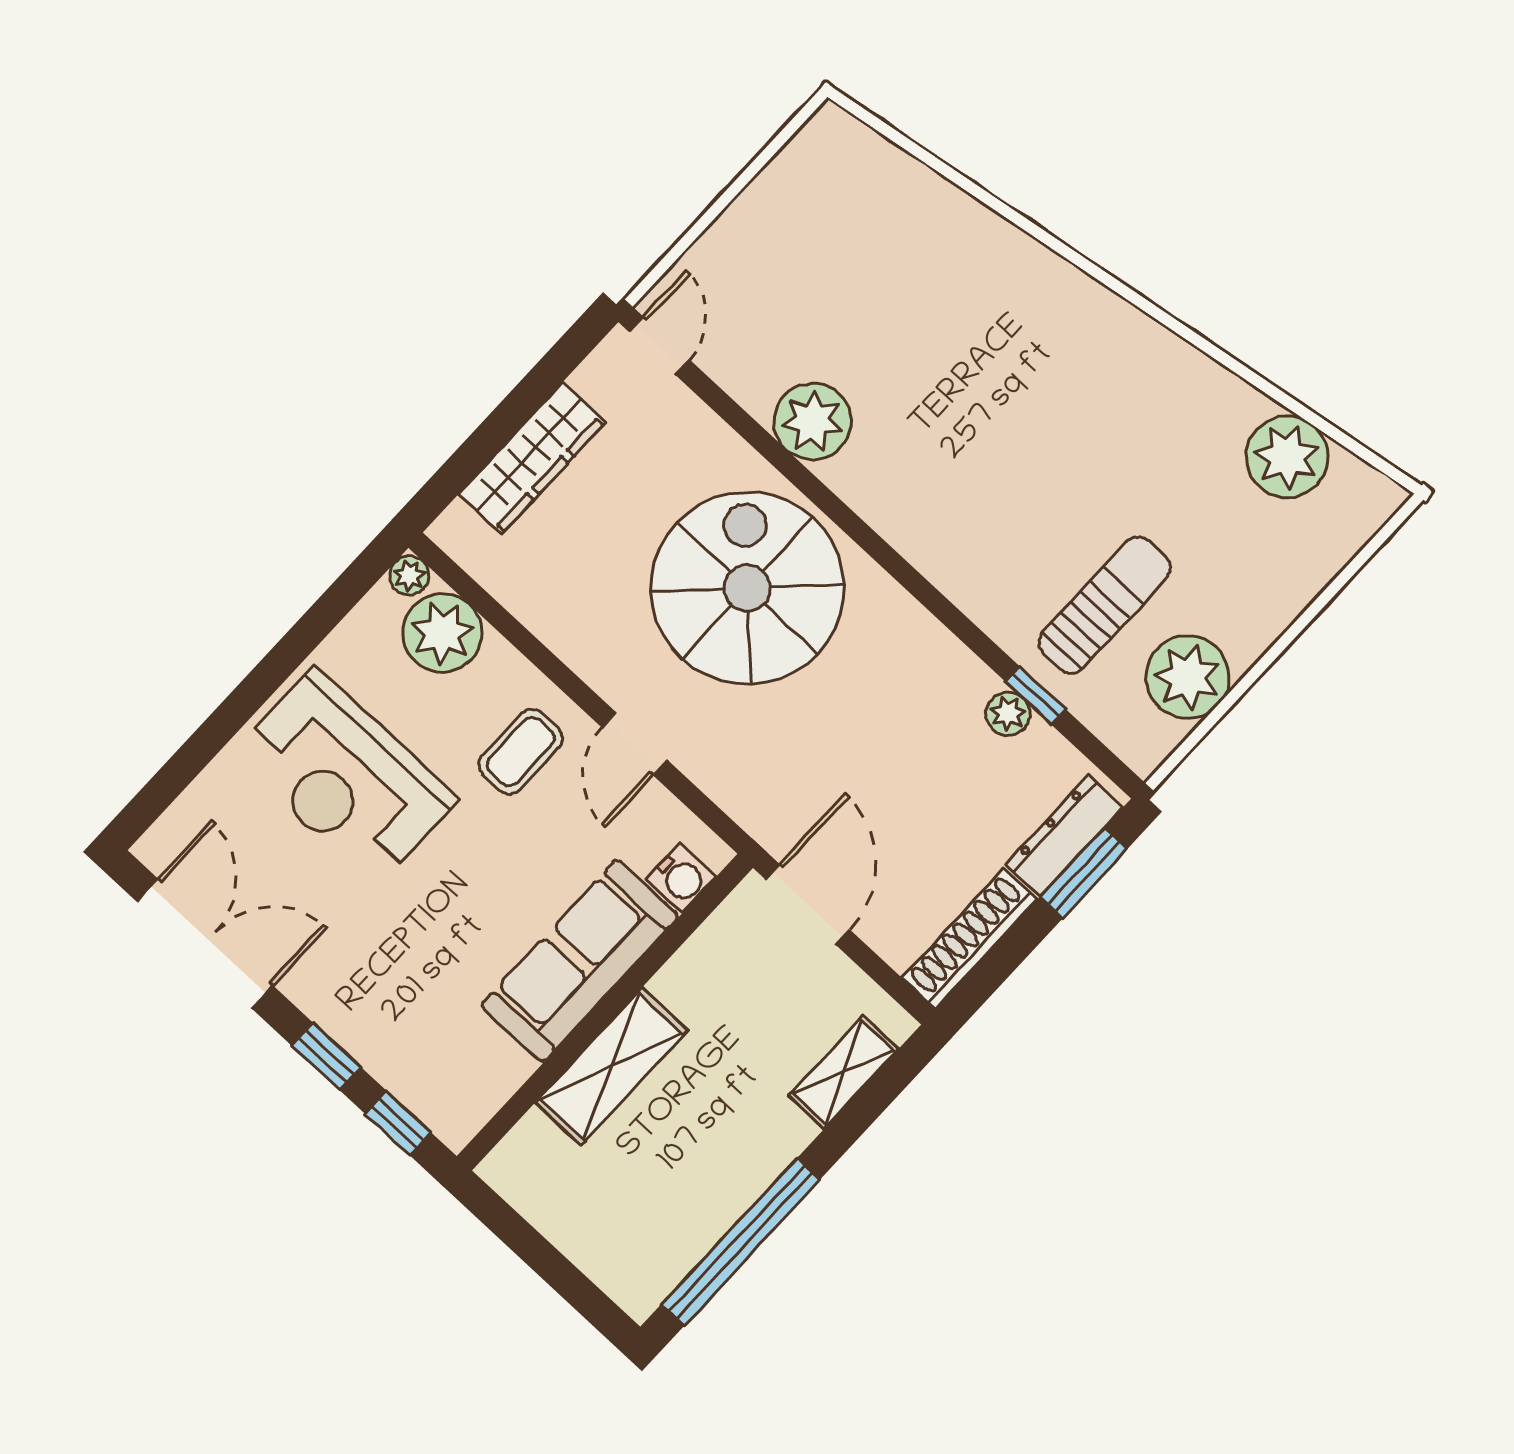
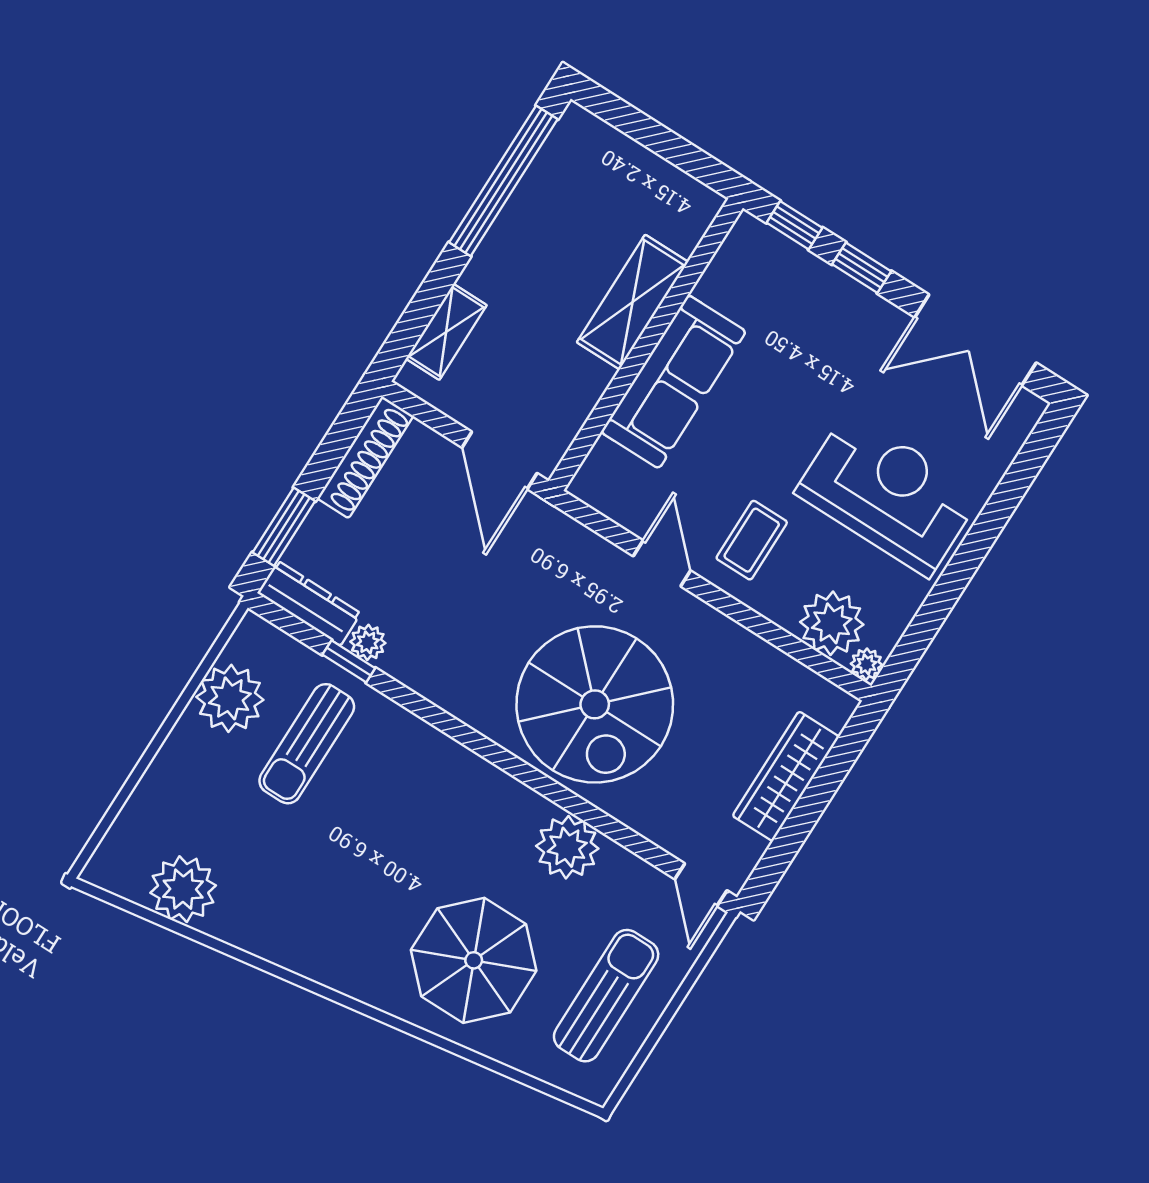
sun lounger: (799, 233) -> (606, 996), added
parasol: (951, 305) -> (474, 960), added
dresser: (1064, 836) -> (309, 603), moved, turned -90
water cooler: (681, 878) -> (605, 463), removed

